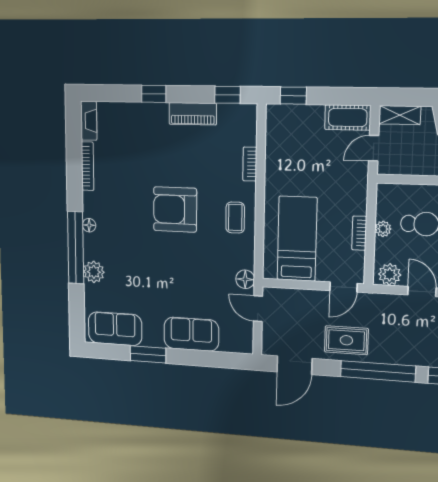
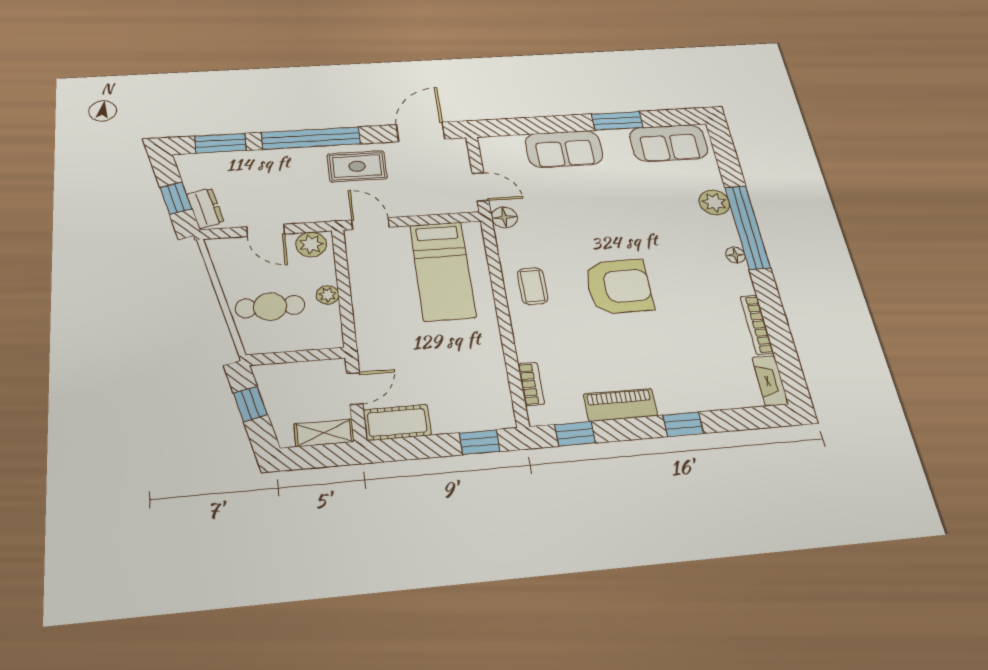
bookcase: (250, 164) -> (531, 384), moved
bookcase: (359, 233) -> (359, 286), removed
door: (343, 287) -> (370, 224), hinge flipped

